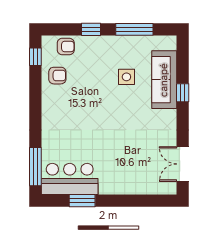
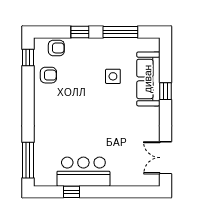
bar counter: (70, 179) -> (83, 172), moved
window: (82, 201) -> (72, 192), width x0.67

